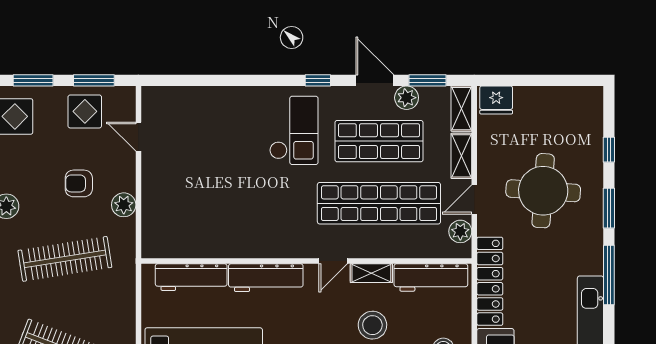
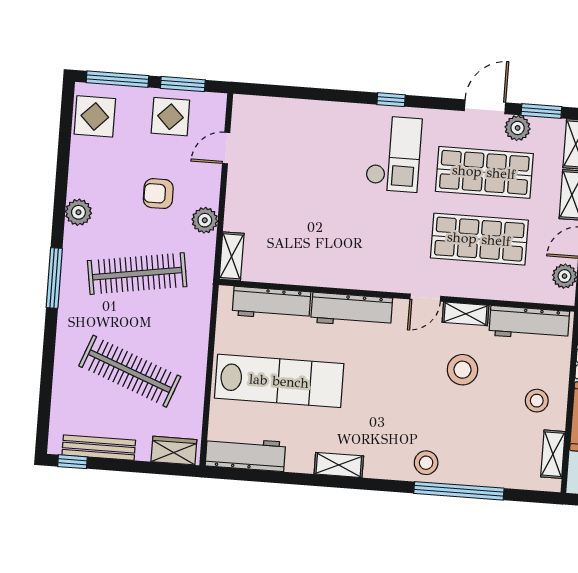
window: (33, 80) -> (117, 79), width x1.44
window: (318, 80) -> (391, 100), moved
door: (375, 80) -> (485, 107), hinge flipped
door: (138, 137) -> (226, 148), hinge flipped
shop shelf: (379, 203) -> (479, 239), width x0.71
shelving: (151, 236) -> (232, 256), added

